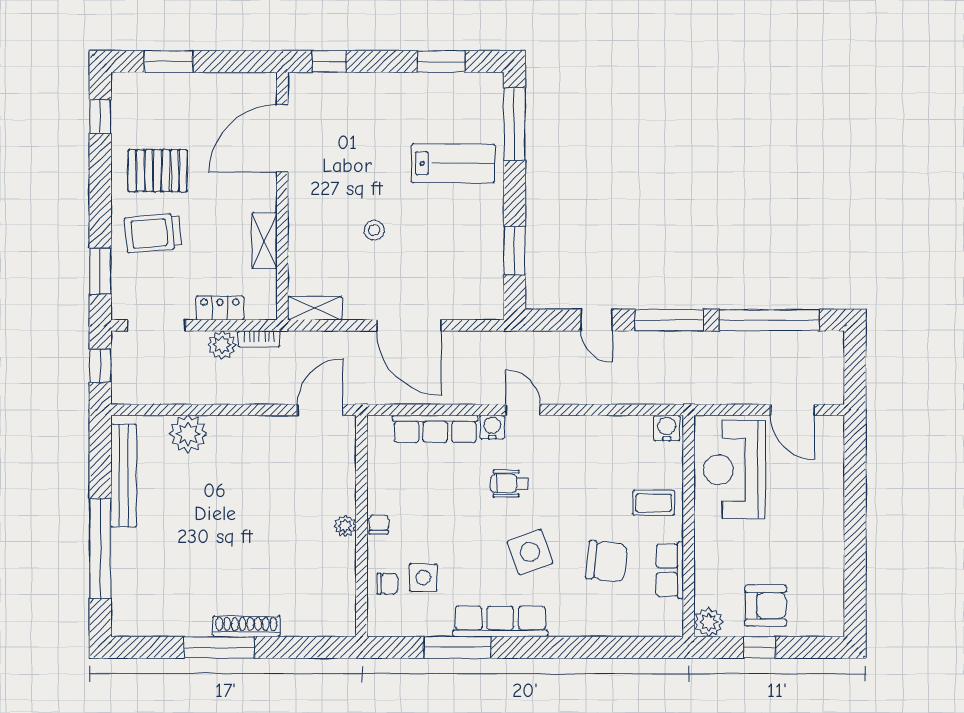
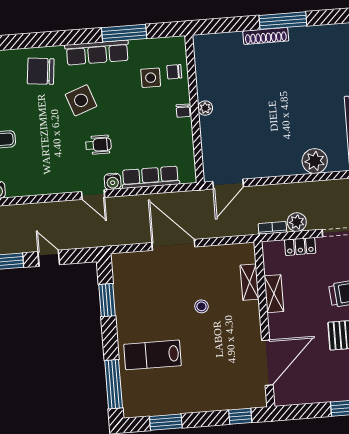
shelving: (315, 308) -> (249, 282), moved, turned 90
chair: (607, 561) -> (41, 71), moved

